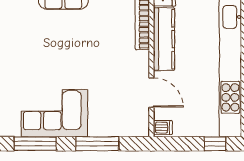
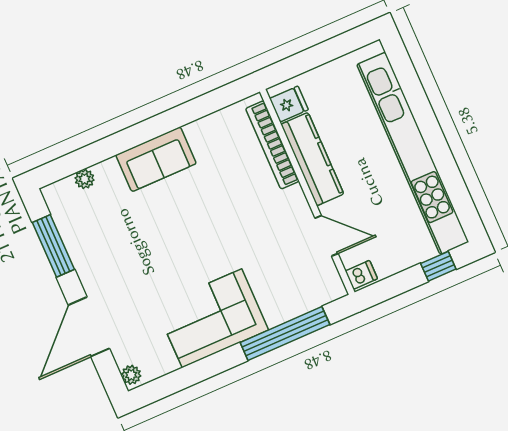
window: (35, 144) -> (204, 369), removed
window: (97, 144) -> (285, 333), width x1.46

